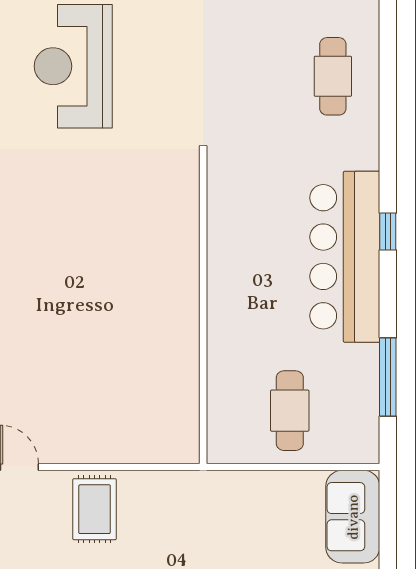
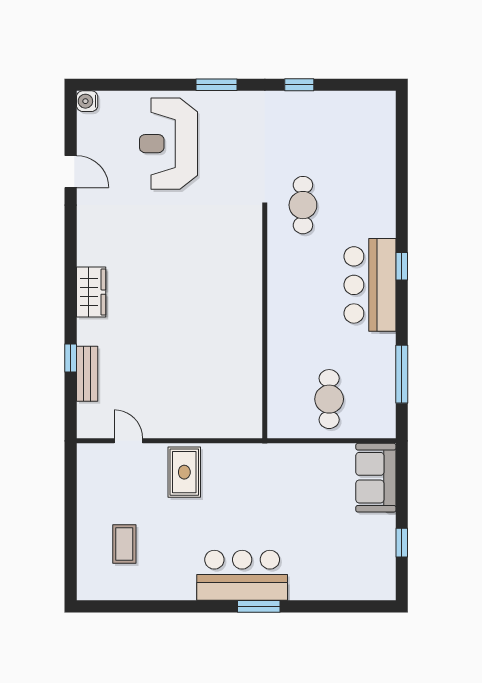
cafe table: (333, 76) -> (303, 205), moved
bar counter: (345, 257) -> (370, 285), width x0.73

